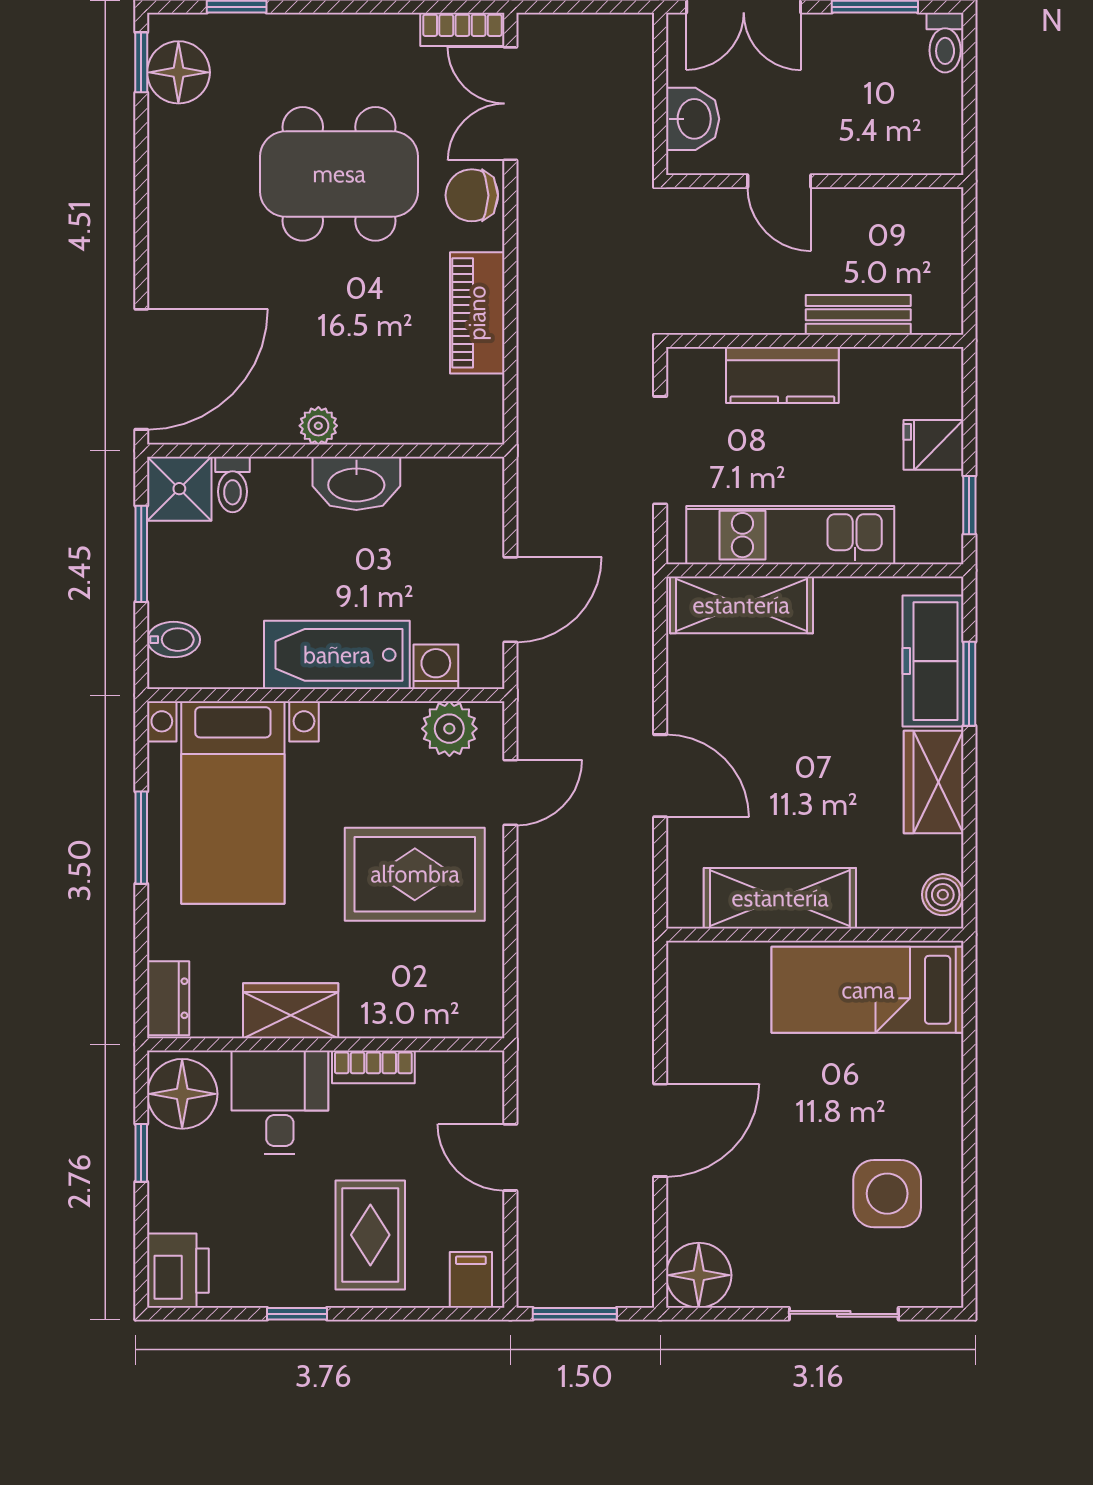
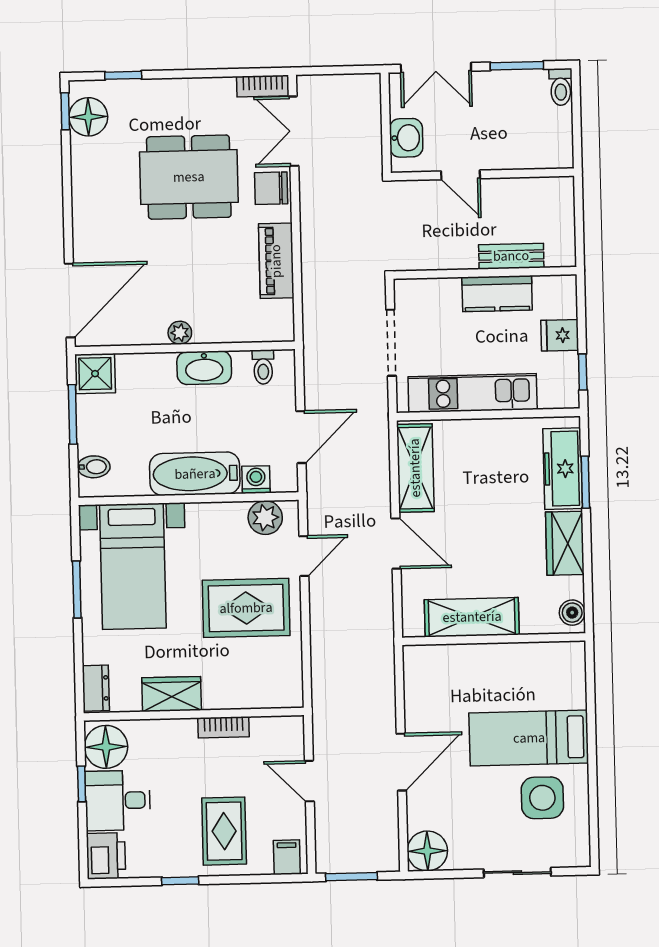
kitchen counter: (782, 375) -> (497, 294), moved
toilet: (233, 484) -> (263, 367), moved
shelving: (741, 605) -> (415, 468), moved, turned 90
bed: (868, 990) -> (529, 738), moved
desk: (280, 1102) -> (118, 800), moved, turned -90

